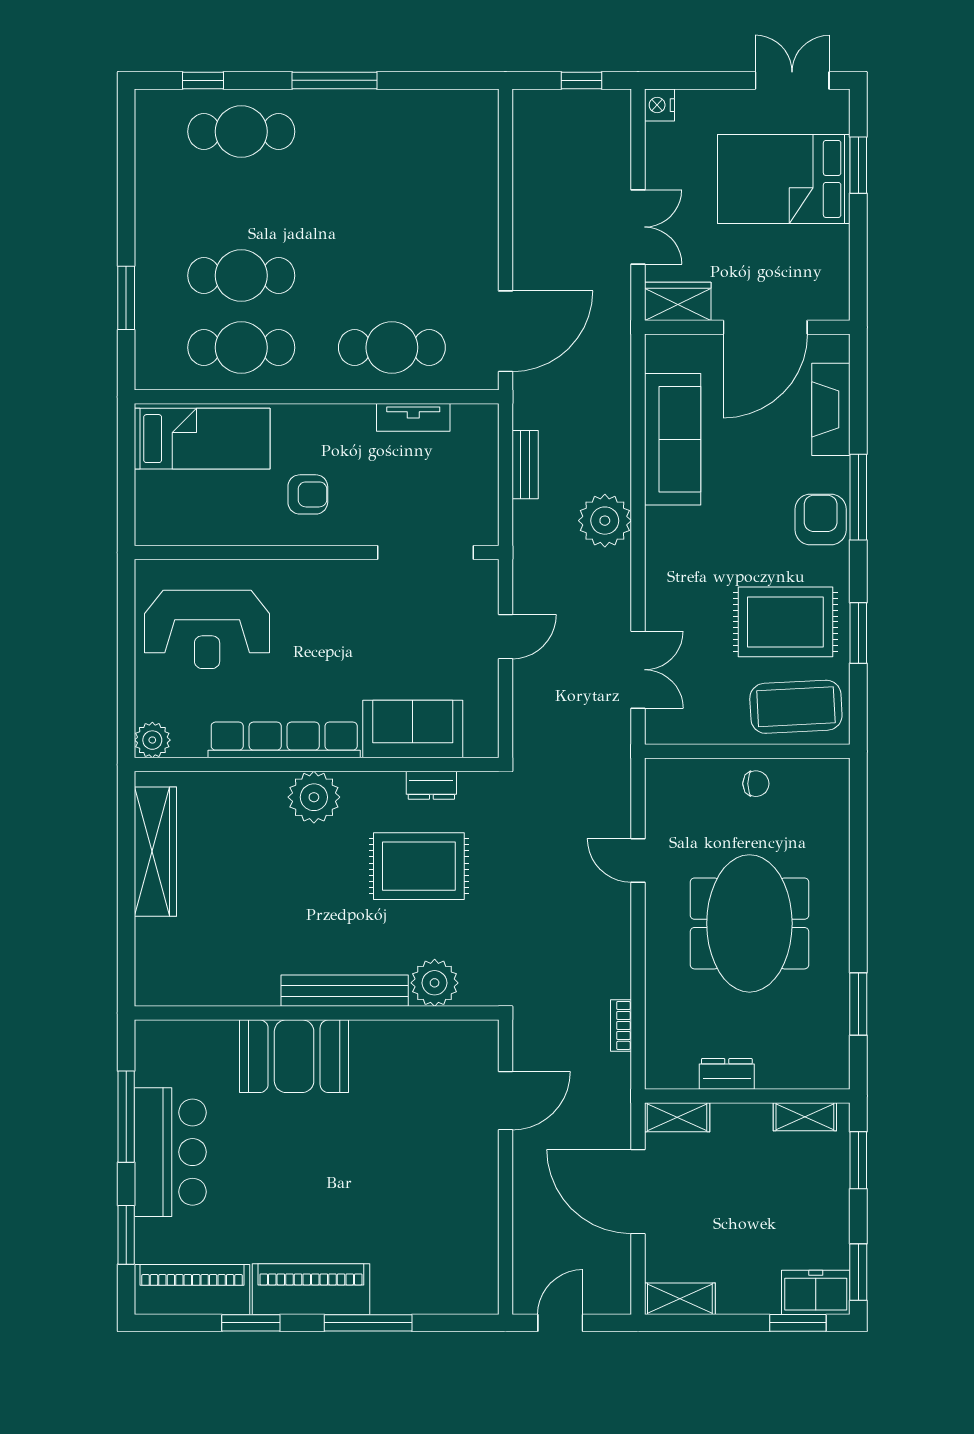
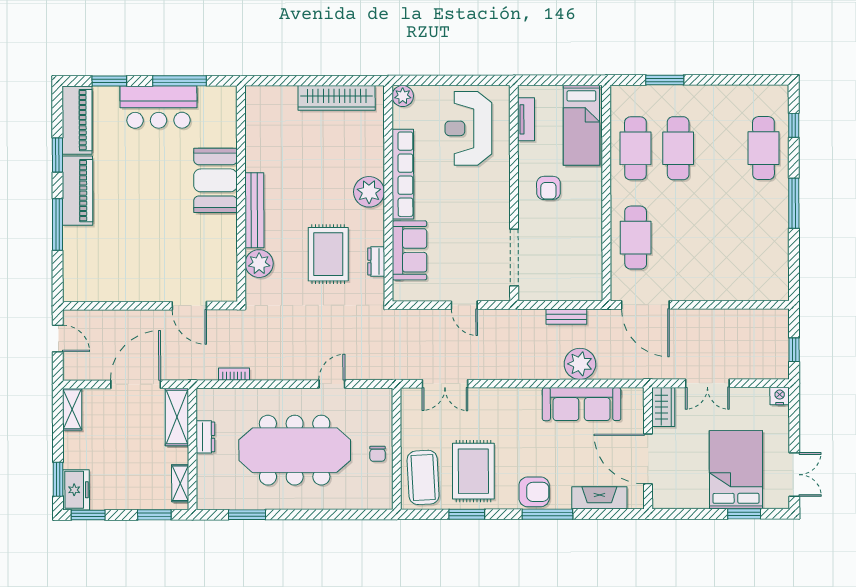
tv unit: (413, 417) -> (526, 119), moved, turned 180
plant: (605, 521) -> (580, 364), moved
meeting table: (749, 923) -> (295, 450), width x1.36
shelving: (677, 1117) -> (177, 417), width x1.50, depth x1.33

